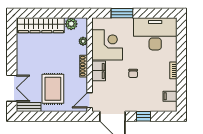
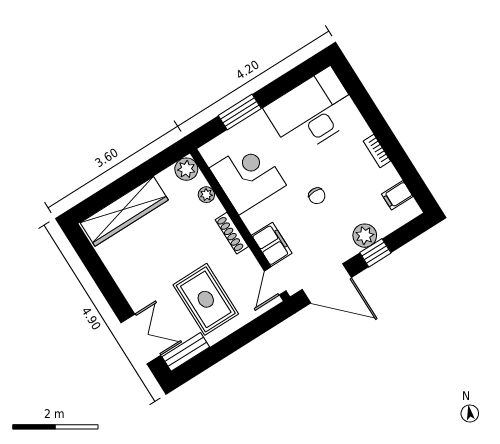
plant: (71, 24) -> (186, 169), moved
filing cabinet: (99, 71) -> (272, 244), moved
plant: (144, 105) -> (365, 236), added

